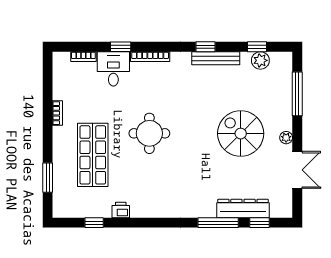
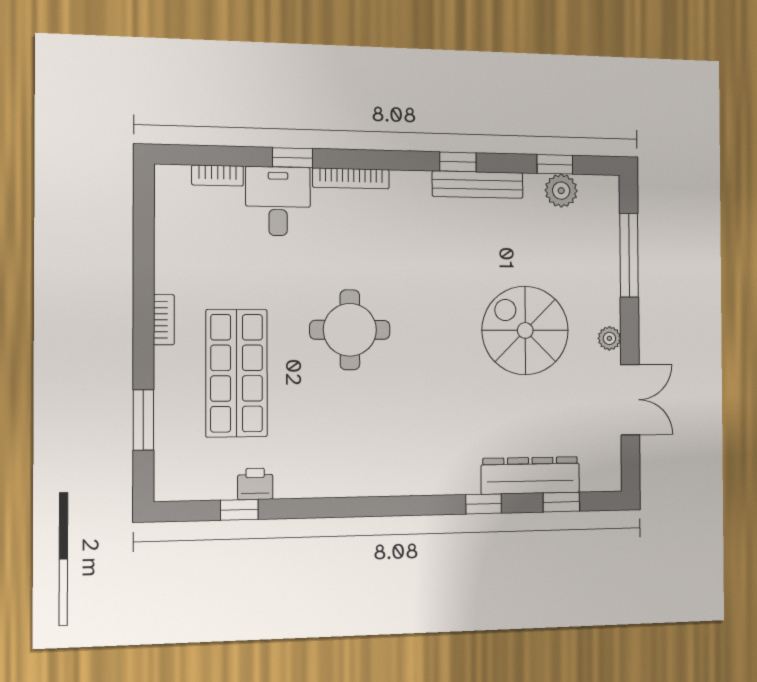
bookcase: (57, 113) -> (164, 320), moved
printer: (121, 210) -> (255, 484), moved
window: (218, 223) -> (484, 504), width x0.46

